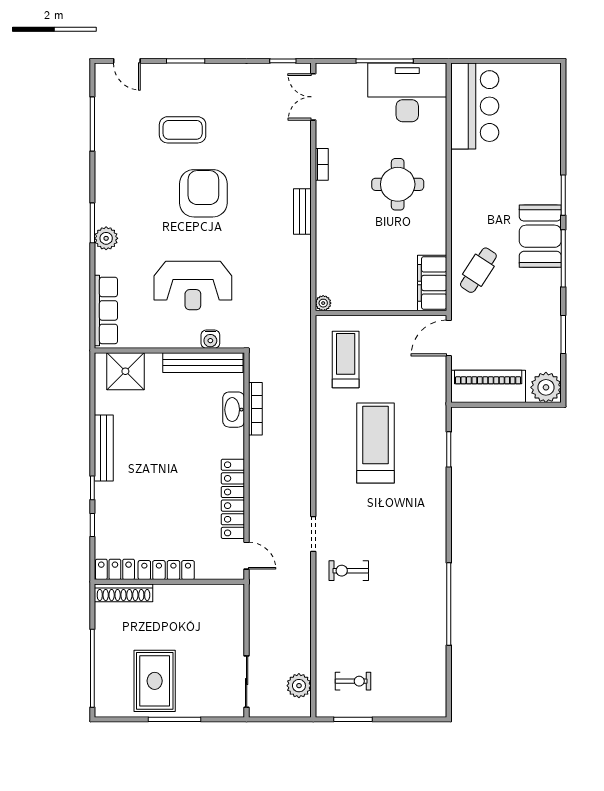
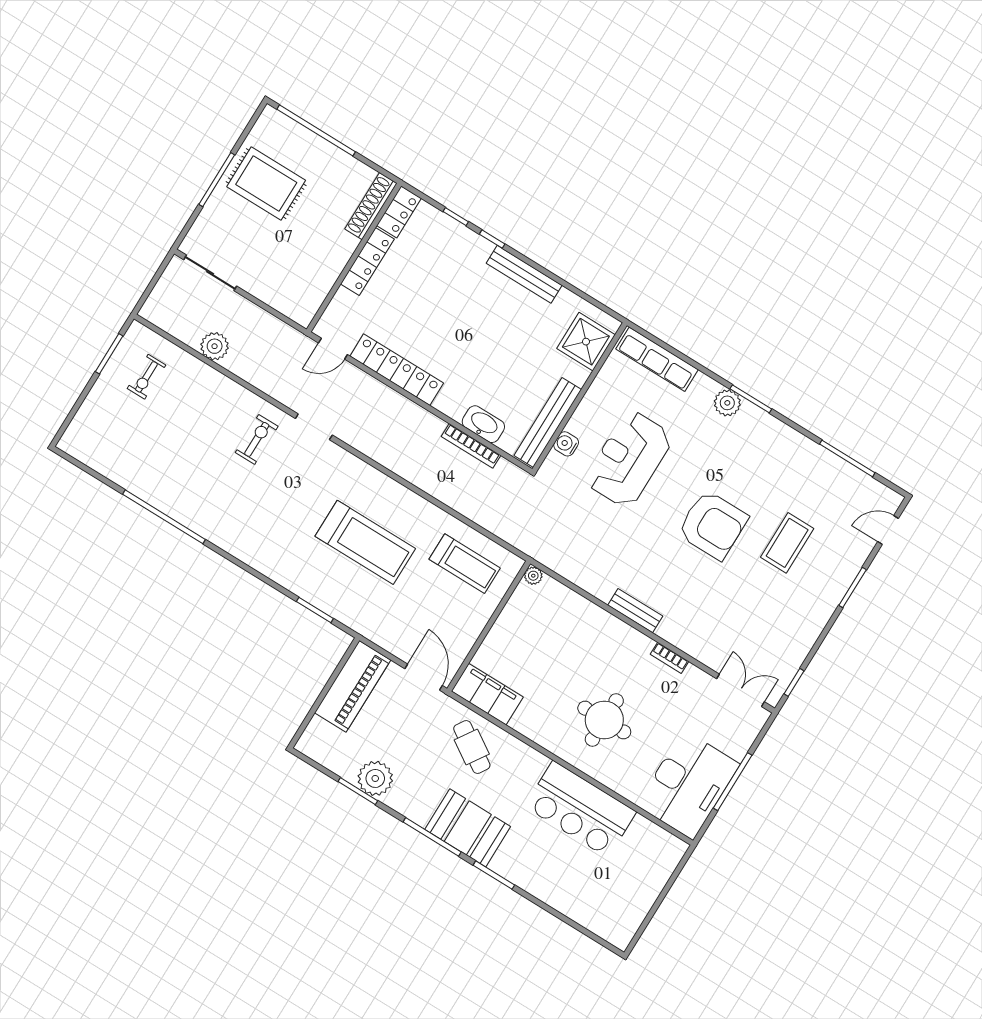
bar counter: (475, 106) -> (580, 809), moved
plant: (546, 387) -> (375, 778), moved
plant: (299, 686) -> (215, 346), moved

